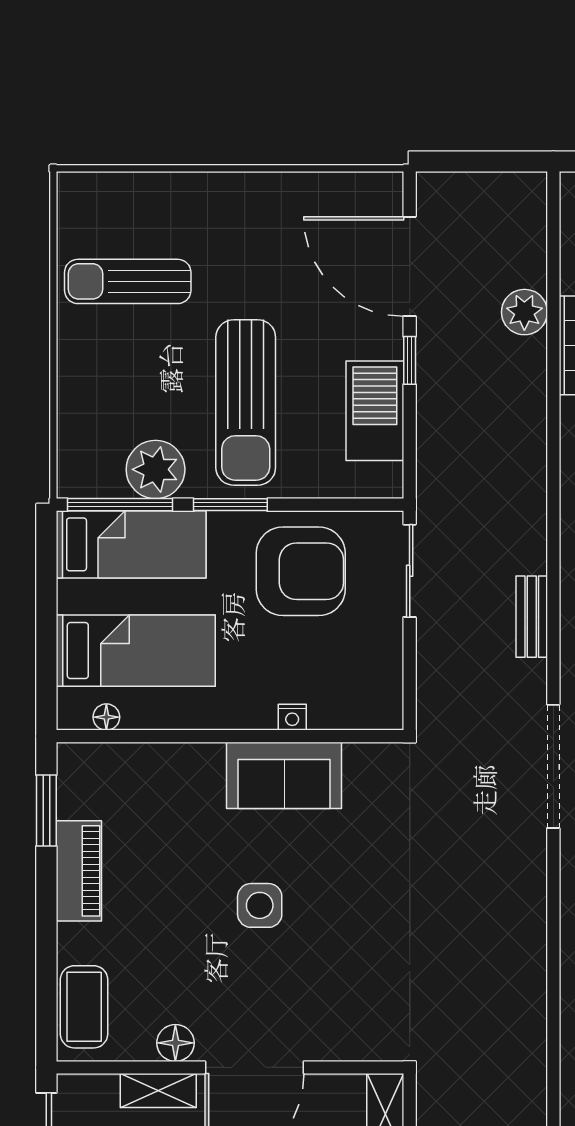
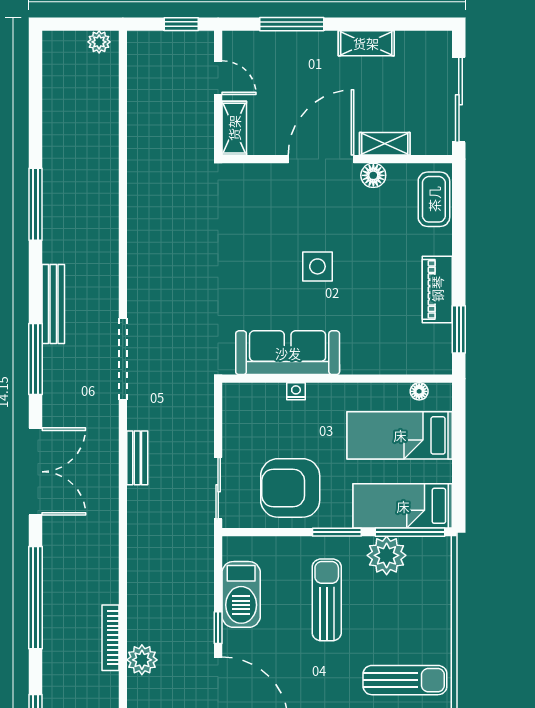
sun lounger: (246, 402) -> (327, 600), width x0.73, depth x0.75
sofa: (284, 775) -> (288, 353), width x1.36

